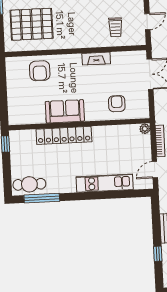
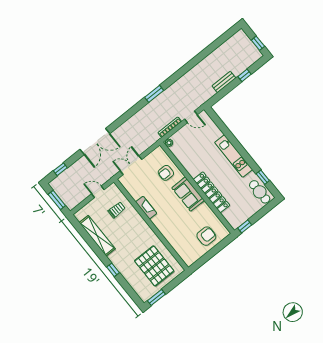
armchair: (40, 71) -> (206, 236), moved
sofa: (65, 111) -> (188, 194), moved
kitchen unit: (105, 183) -> (234, 156), moved
window: (42, 198) -> (263, 177), width x0.46

